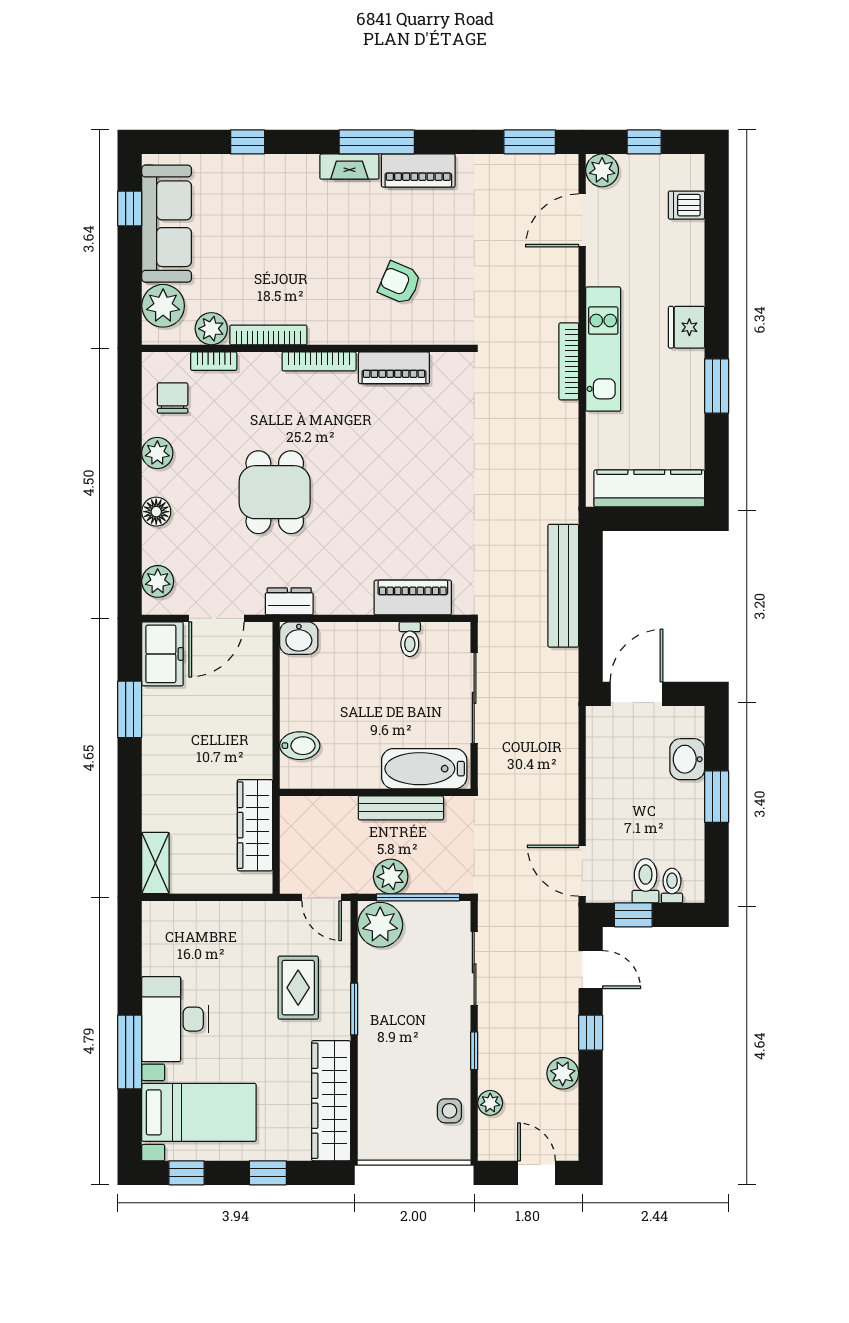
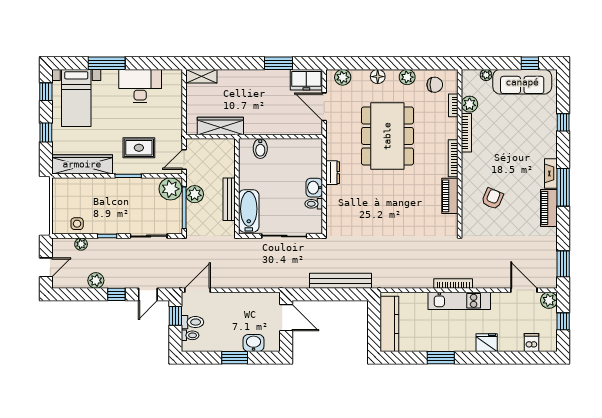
plant: (163, 306) -> (486, 75), width x0.53, depth x0.53
fridge: (687, 327) -> (487, 343), moved
dining table: (275, 492) -> (387, 136), width x1.88, depth x1.24
piano: (413, 597) -> (335, 205), removed
dresser: (289, 601) -> (333, 173), moved
washbasin: (299, 638) -> (314, 188), moved
desk: (175, 1019) -> (140, 86), moved

